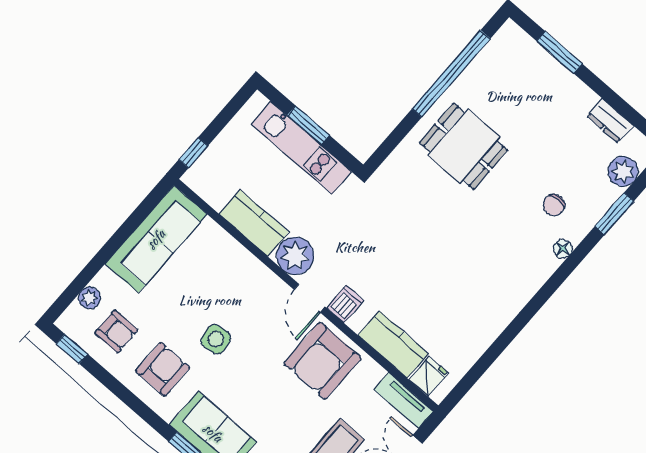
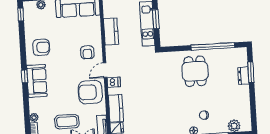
dresser: (610, 121) -> (243, 76), moved
plant: (295, 256) -> (113, 53), removed
armchair: (116, 331) -> (87, 52), moved
side table: (216, 339) -> (66, 54), removed

